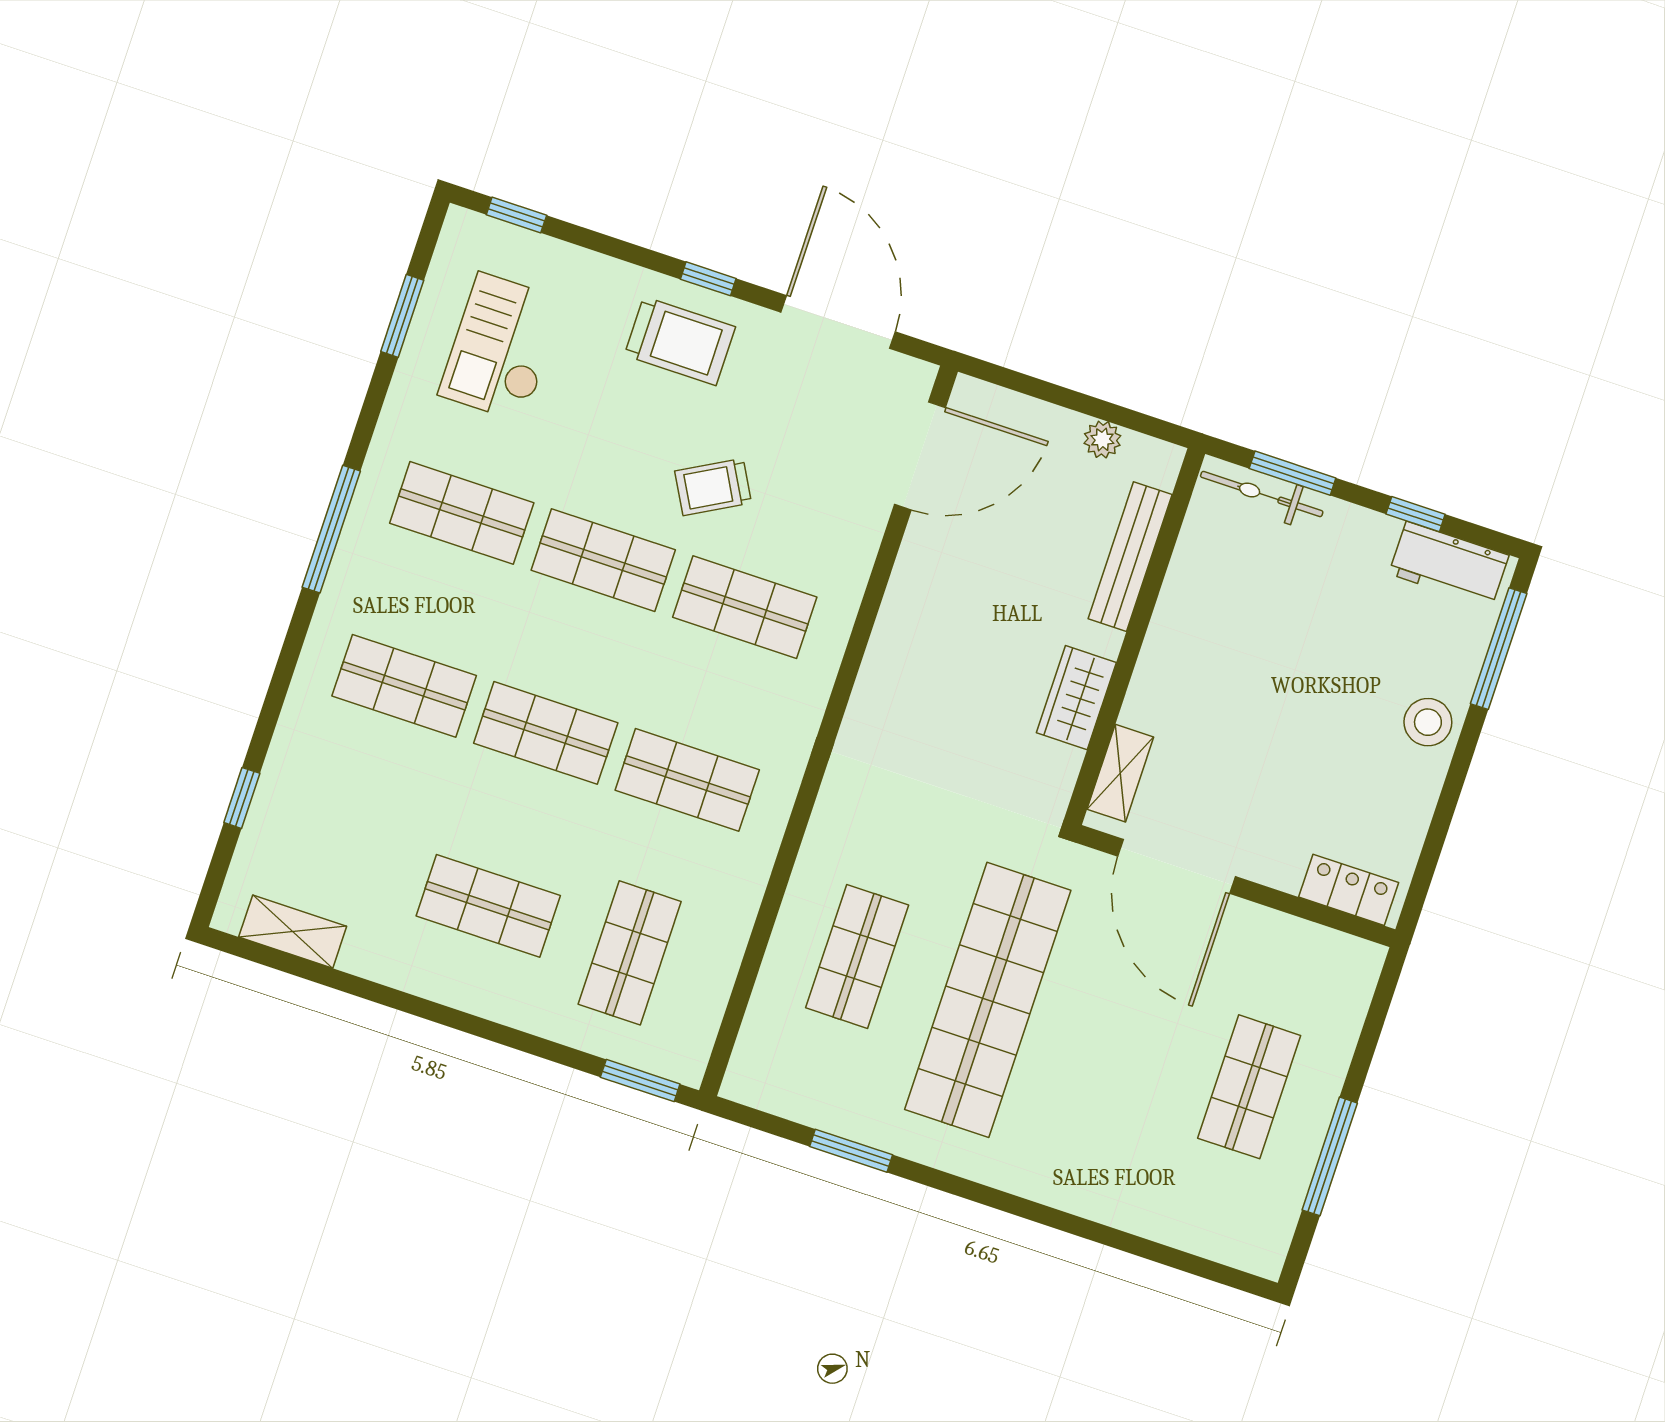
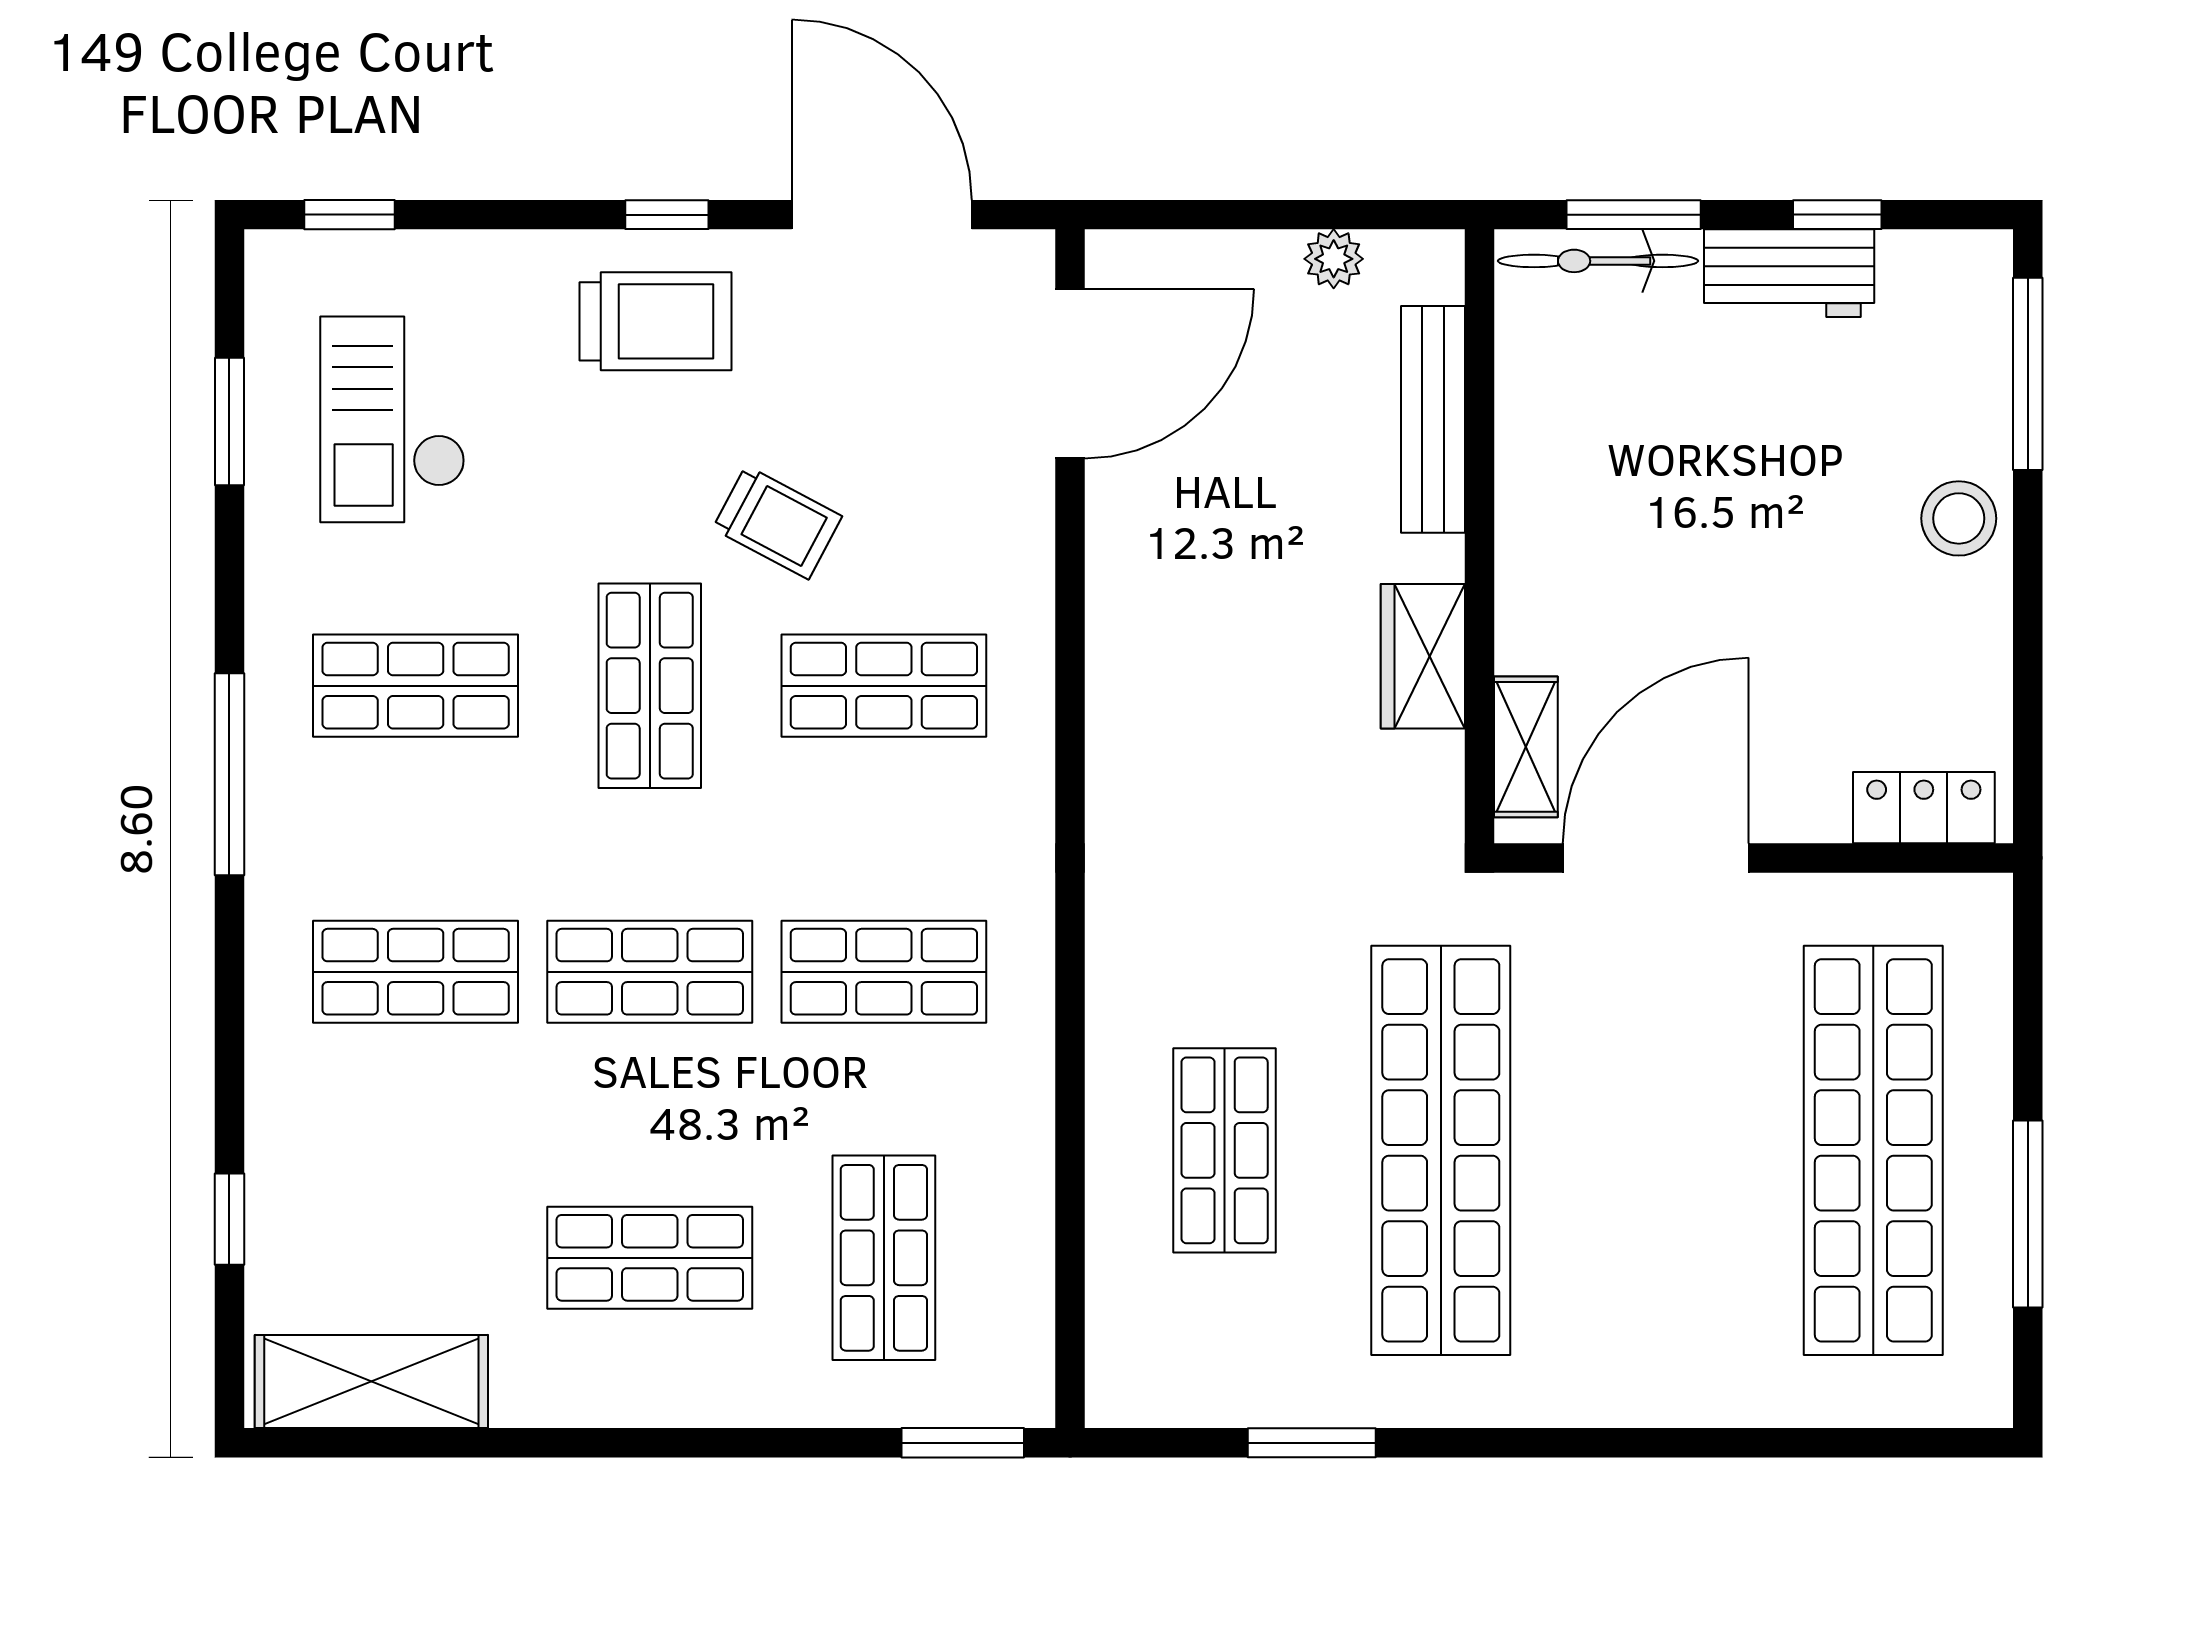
trolley: (713, 487) -> (777, 522), turned -123
shop shelf: (603, 560) -> (650, 686), turned 90
workbench: (1449, 564) -> (1789, 273), moved
door: (1177, 866) -> (1656, 858), swing flipped
shelving: (293, 932) -> (371, 1382), width x1.50, depth x1.33
shop shelf: (1249, 1087) -> (1873, 1150), width x2.00, depth x1.36

